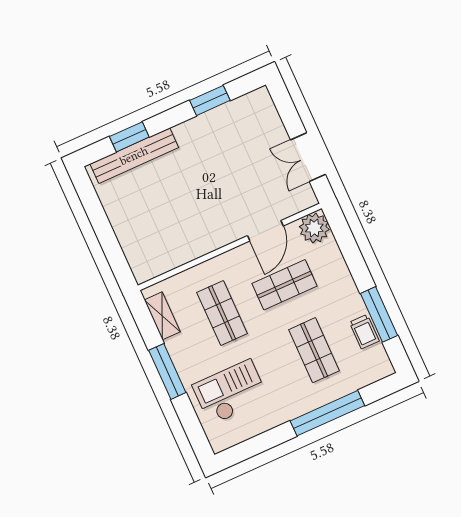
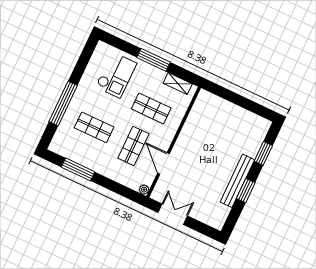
window: (210, 100) -> (246, 191), moved
bench: (134, 156) -> (237, 181), moved
plant: (314, 228) -> (144, 190), width x0.53, depth x0.53
trolley: (364, 332) -> (78, 156), removed

